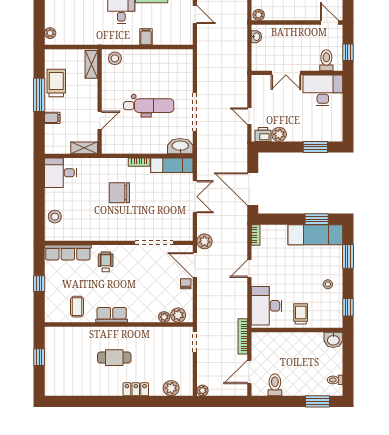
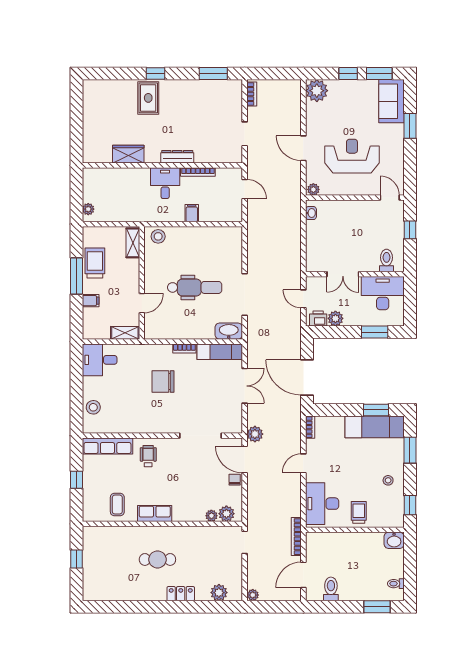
toilet: (326, 60) -> (387, 260), moved
double door: (286, 73) -> (343, 274), moved
wall: (297, 73) -> (355, 274), moved
desk: (323, 90) -> (383, 293), moved

